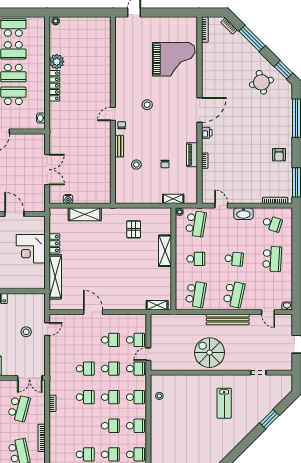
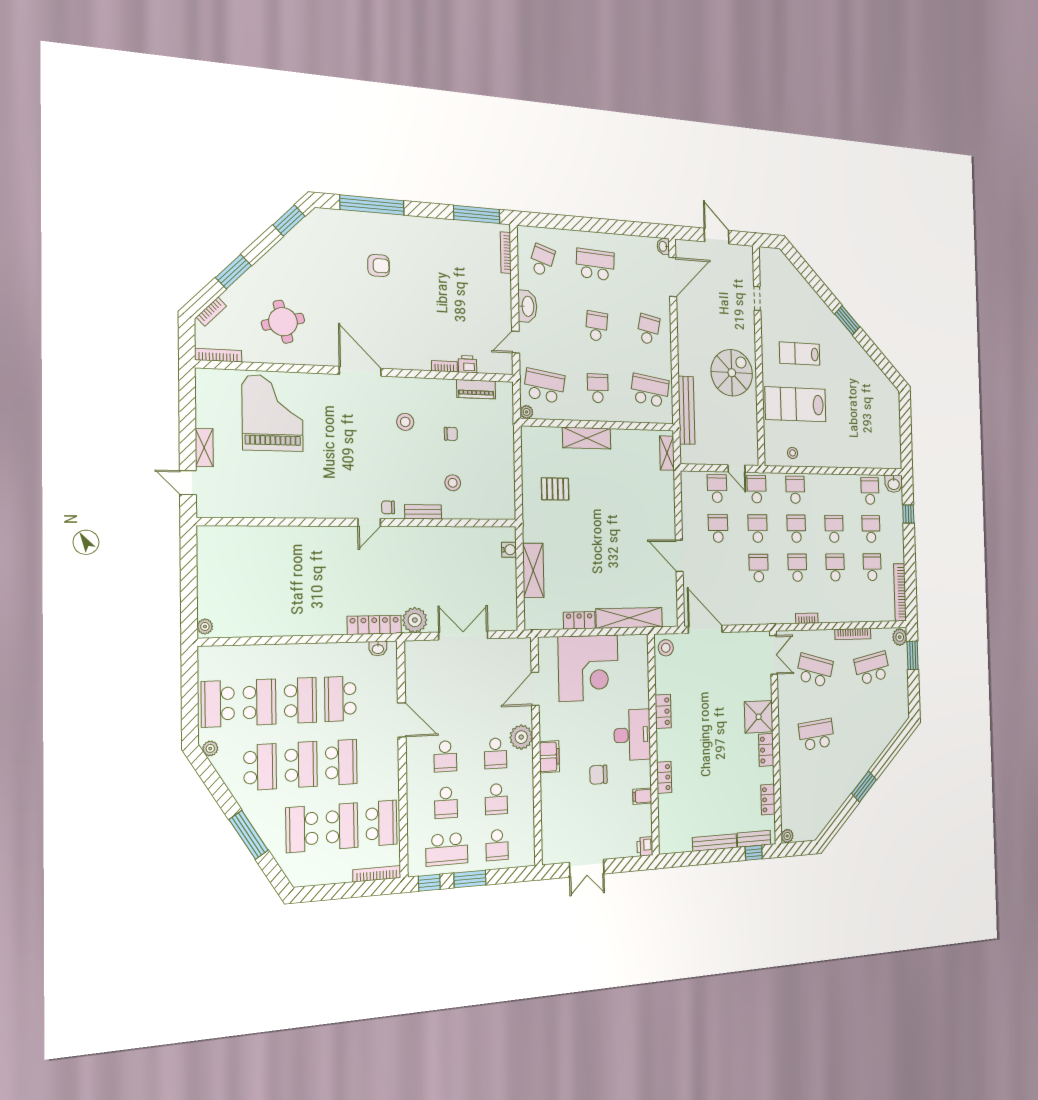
window: (252, 38) -> (234, 272), width x0.69
plant: (57, 62) -> (415, 620), moved
round table: (261, 82) -> (283, 322), moved
locker: (54, 86) -> (374, 625), moved
stool: (147, 105) -> (405, 422), moved
door: (113, 114) -> (369, 522), hinge flipped
printer: (207, 133) -> (467, 364), moved
piano: (192, 155) -> (476, 389), moved
armchair: (279, 155) -> (379, 266), moved
water cooler: (68, 199) -> (509, 550), moved
shelving: (173, 199) -> (204, 448), moved
corner desk: (31, 249) -> (588, 668), width x1.36, depth x1.36
school desk: (234, 294) -> (648, 329), width x0.54
door: (93, 312) -> (679, 556), hinge flipped
door: (268, 312) -> (673, 277), width x1.88
bench: (228, 320) -> (686, 410), moved
door: (47, 329) -> (705, 629), width x1.88
stool: (26, 332) -> (666, 648), moved
spiral stairs: (209, 353) -> (732, 373), turned 180
lab bench: (191, 399) -> (795, 404), added
lab bench: (224, 403) -> (800, 354), turned 180
window: (269, 419) -> (847, 320), moved
school desk: (135, 426) -> (835, 567), moved

